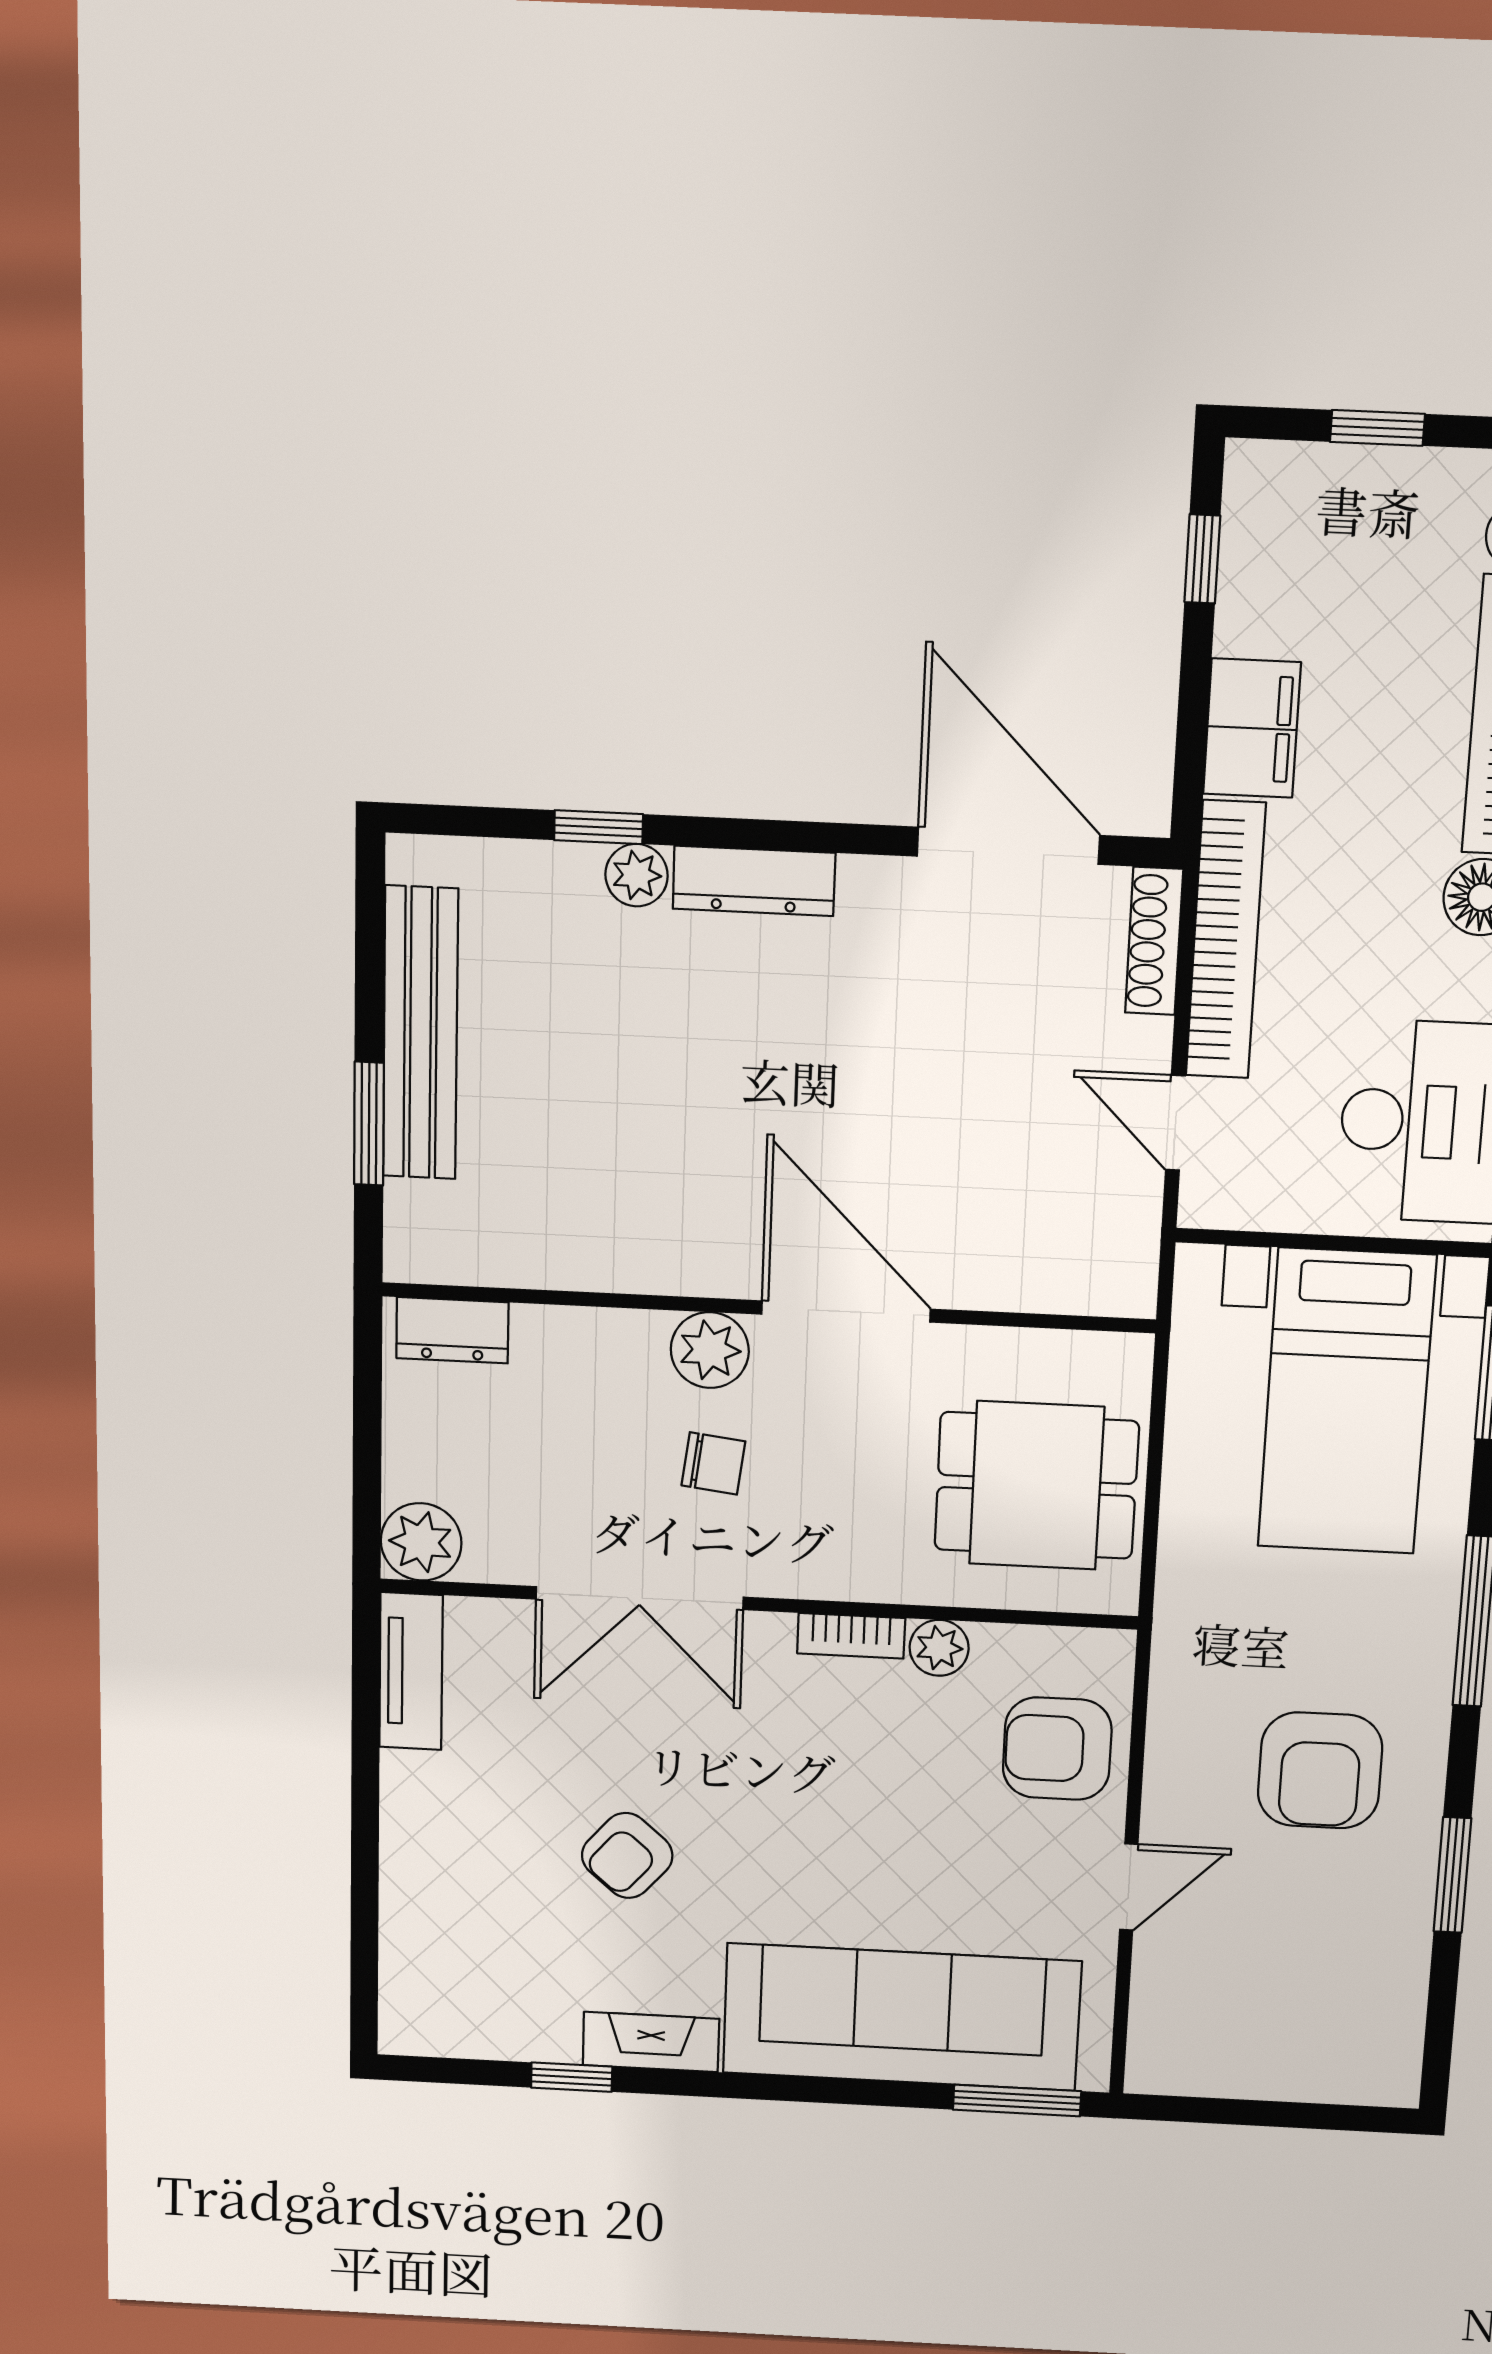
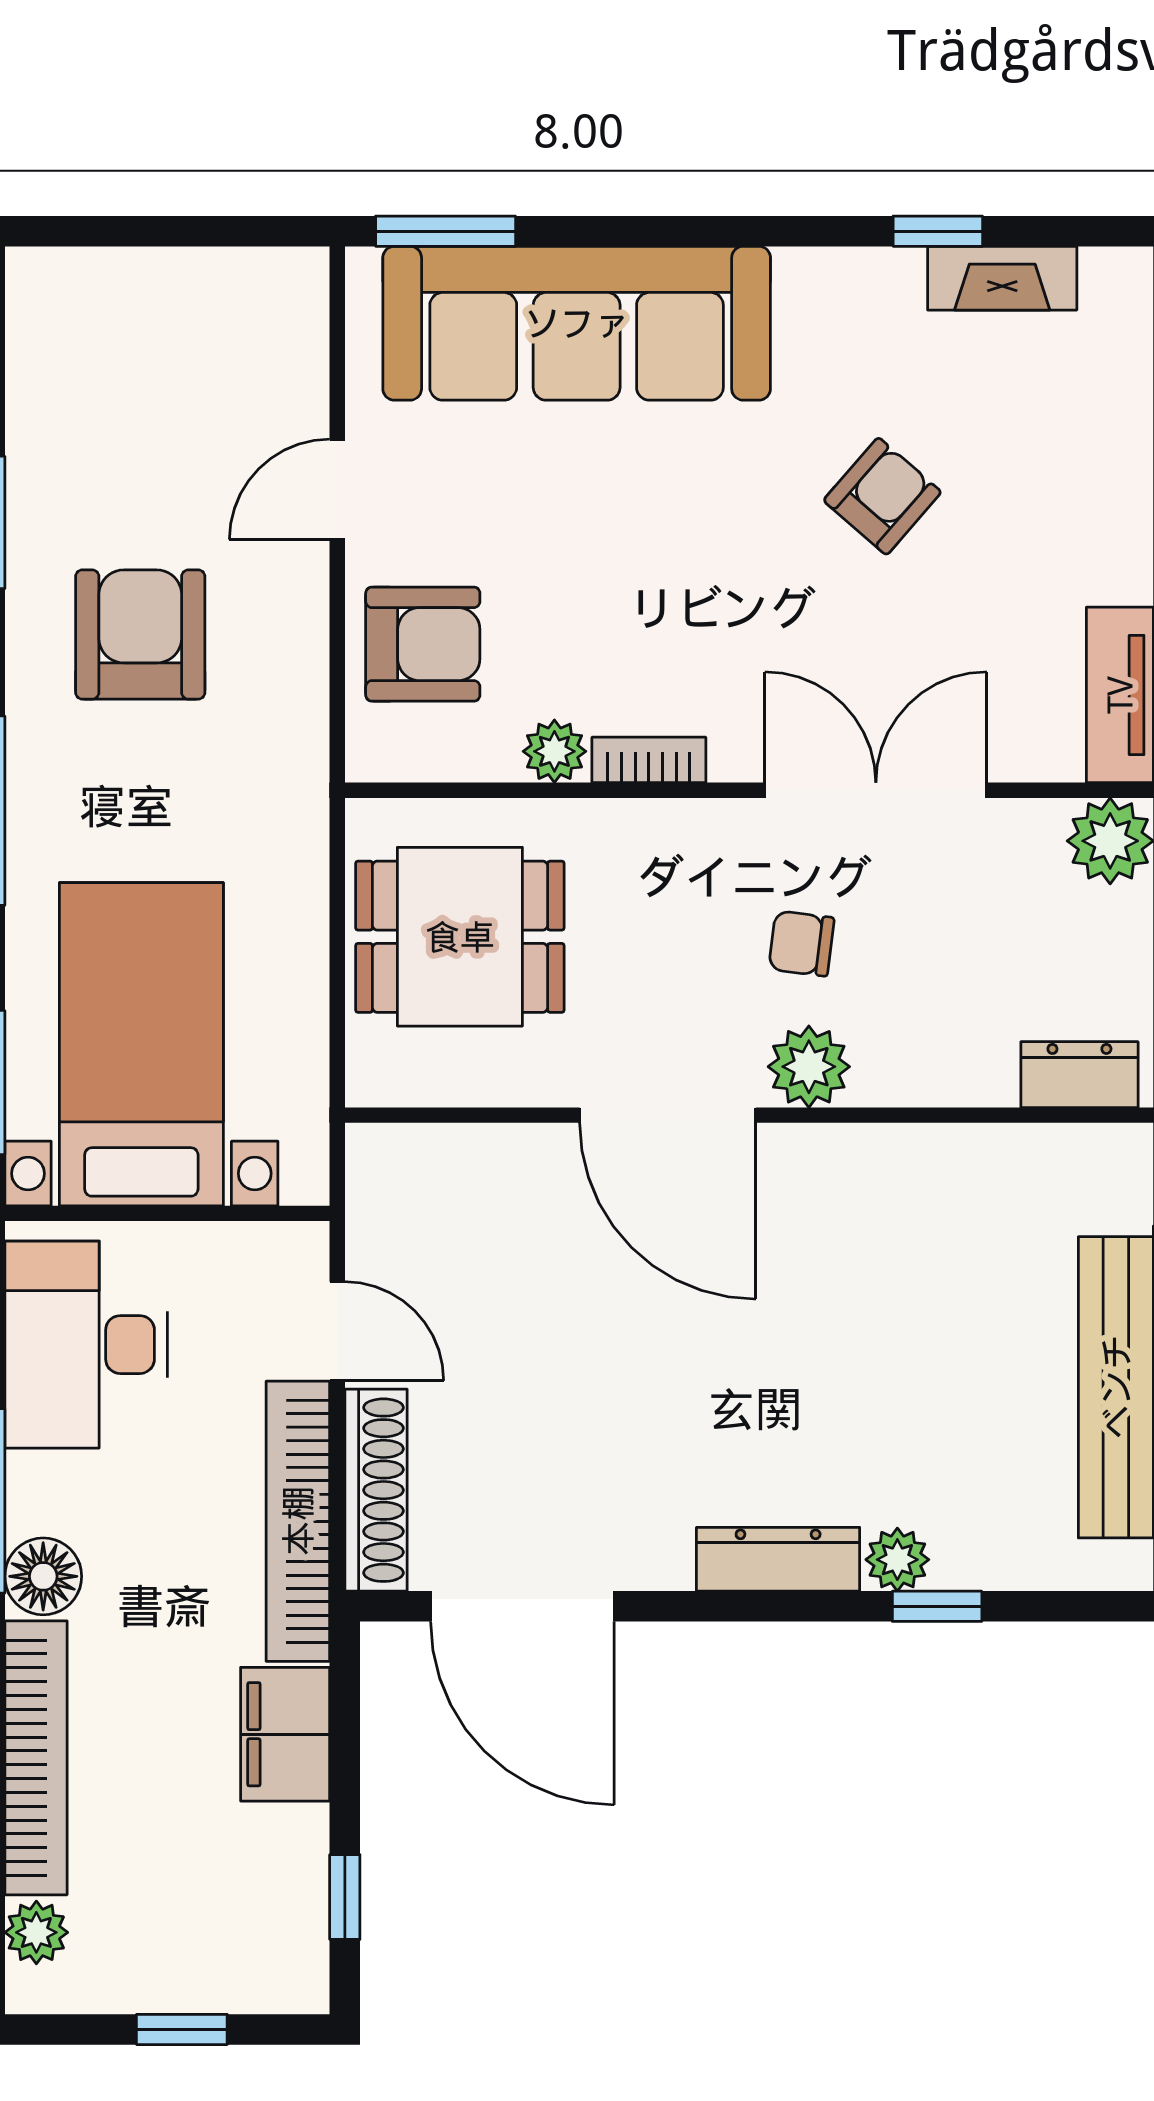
shoe rack: (1154, 941) -> (376, 1490), width x1.36, depth x1.24
fireplace: (651, 2042) -> (1002, 278), moved

